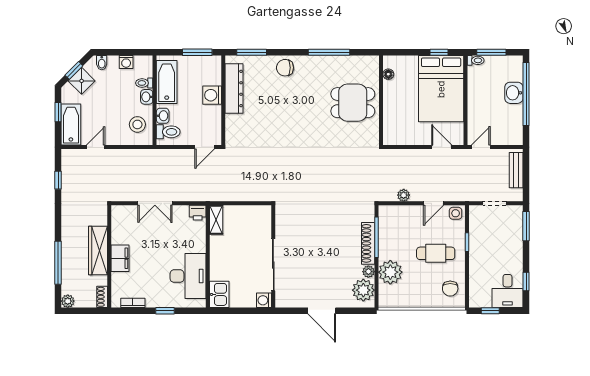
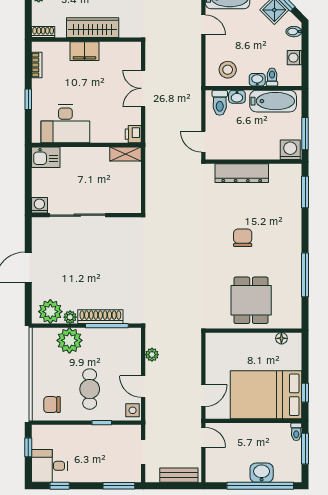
chair: (285, 68) -> (243, 238), moved
dresser: (234, 89) -> (242, 173), moved
washing machine: (212, 95) -> (290, 150), moved

